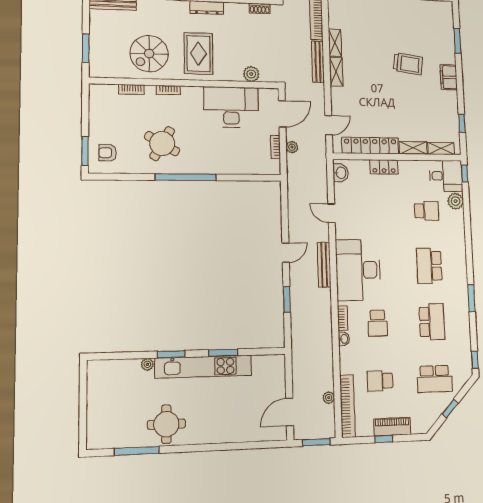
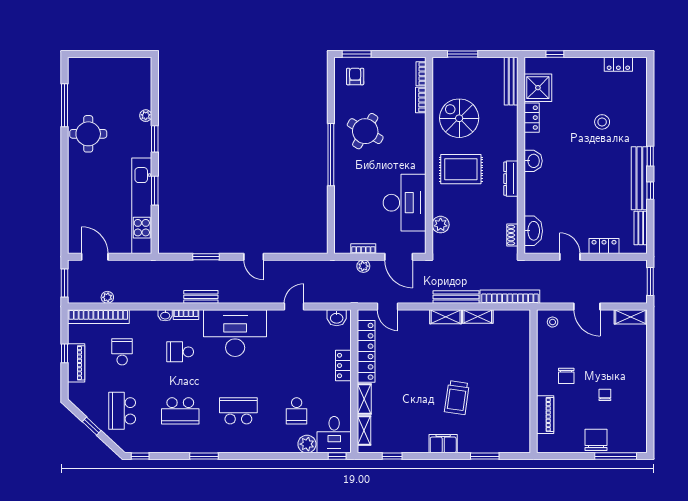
bookcase: (168, 90) -> (421, 74), moved
bench: (324, 265) -> (201, 297), moved, width x0.73
kitchen unit: (203, 367) -> (142, 206), moved

